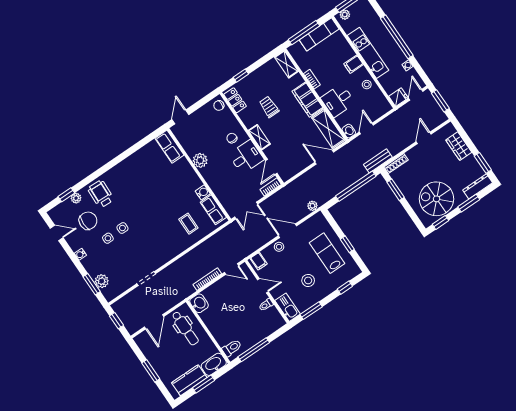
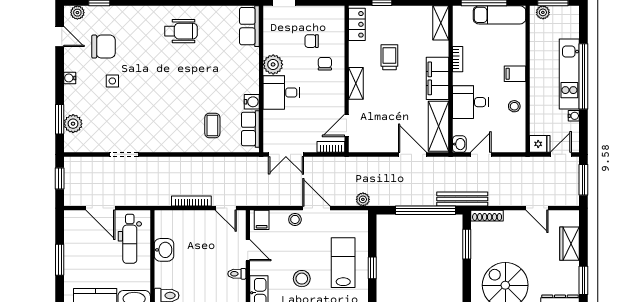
kitchen unit: (368, 53) -> (569, 74), moved, turned 180
chair: (219, 105) -> (312, 41), moved
door: (424, 138) -> (537, 208), swing flipped
desk: (246, 157) -> (281, 93), moved, turned 180
bench: (378, 161) -> (462, 199), width x1.36
wheelchair: (101, 194) -> (181, 31), moved, turned 88
plant: (76, 198) -> (77, 13), moved
side table: (122, 228) -> (136, 81), removed
washbasin: (199, 303) -> (164, 250), moved
door: (154, 322) -> (100, 208), hinge flipped

